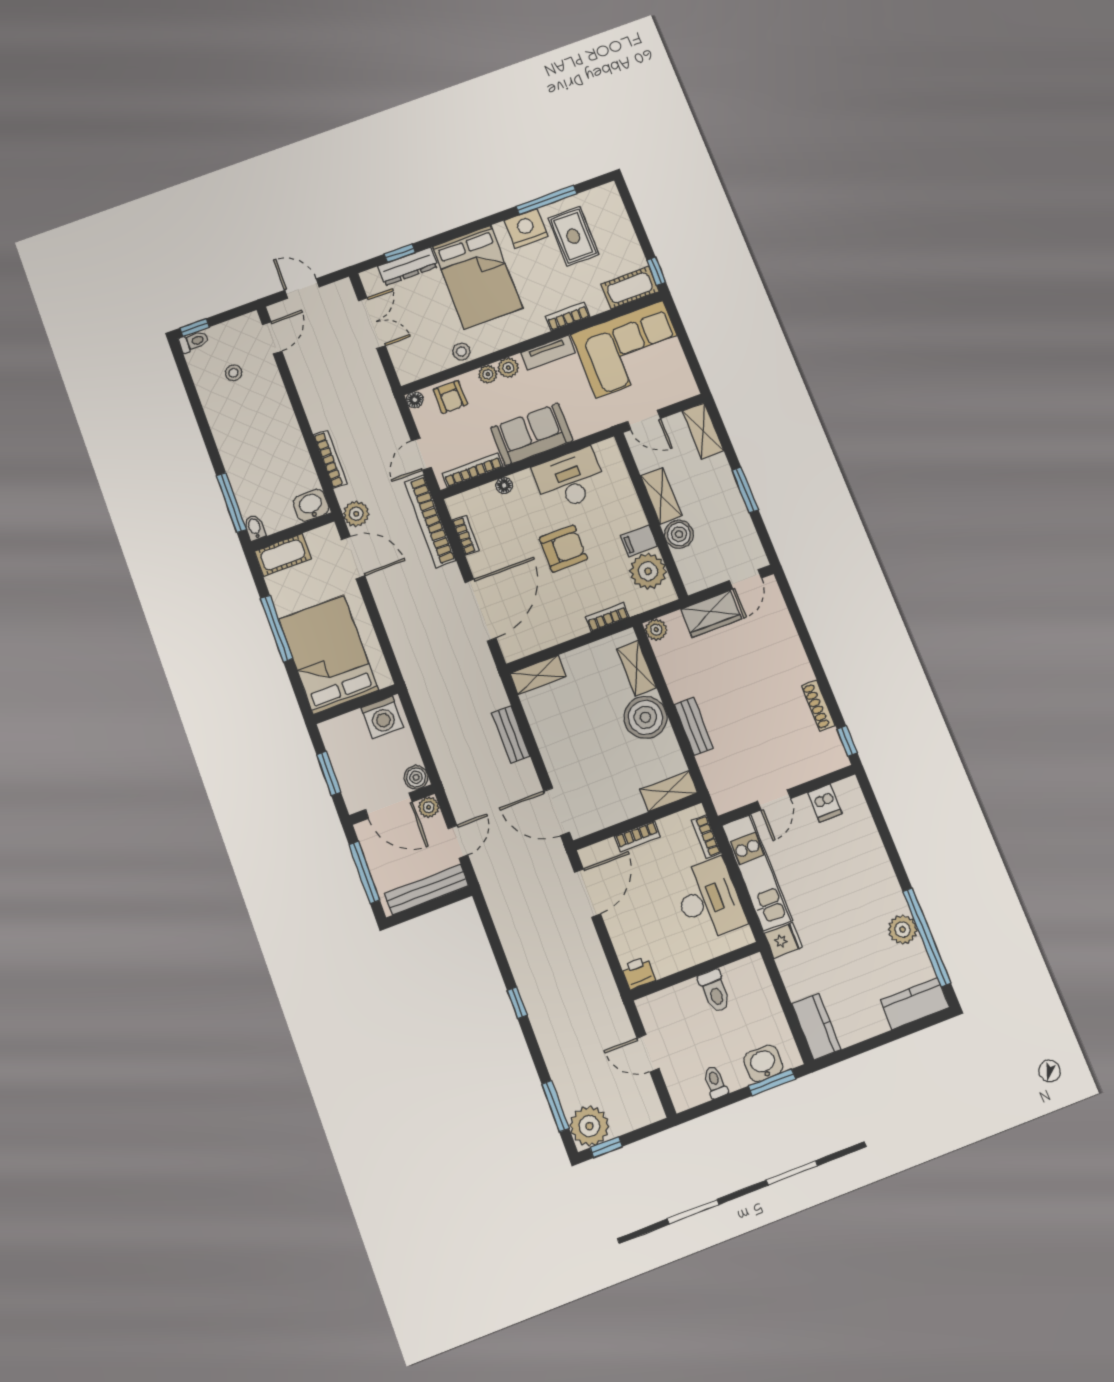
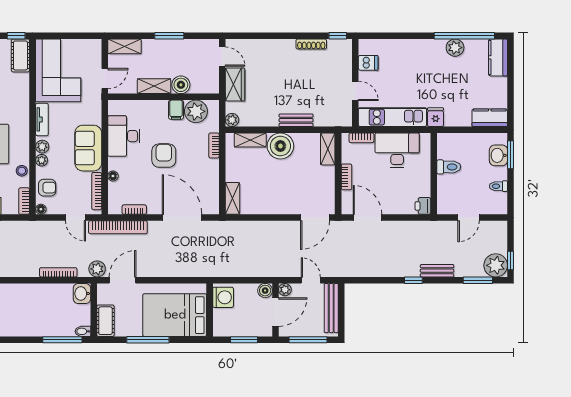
bookcase: (568, 316) -> (24, 201), moved
bench: (511, 734) -> (437, 271), moved

